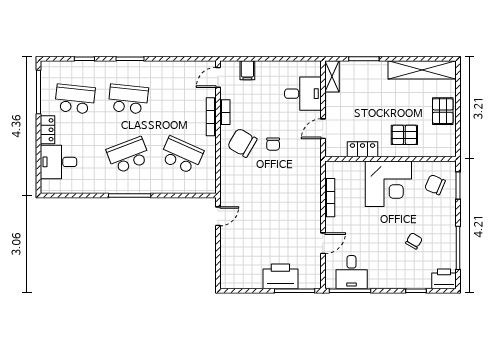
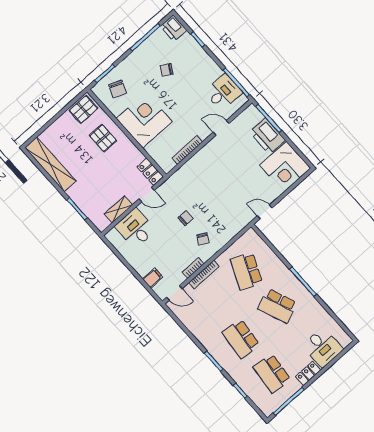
shelving: (332, 76) -> (118, 209), moved
pallet: (443, 111) -> (83, 109), moved
chair: (242, 143) -> (203, 239), width x0.54, depth x0.54
locker: (362, 149) -> (150, 172), moved
corner desk: (241, 268) -> (285, 167), added

